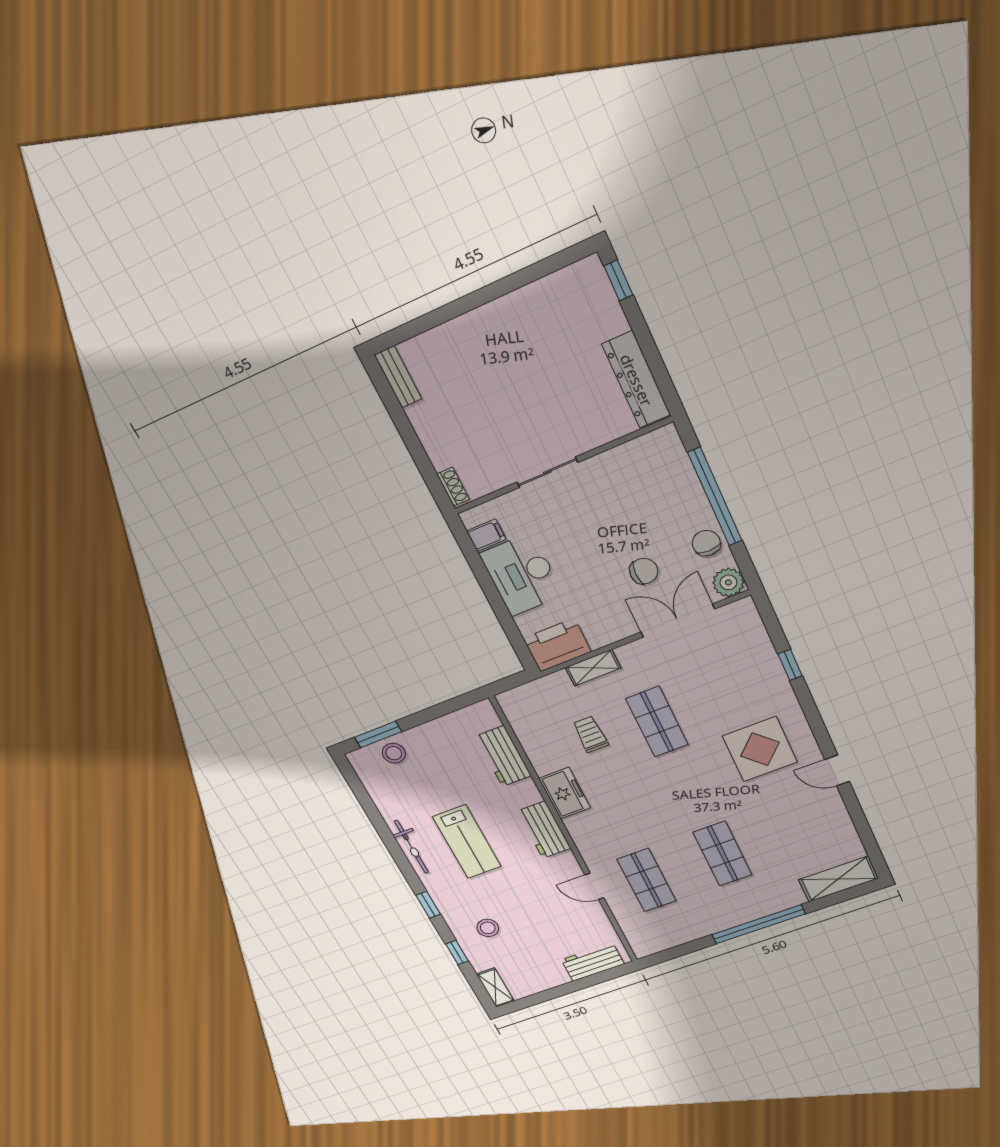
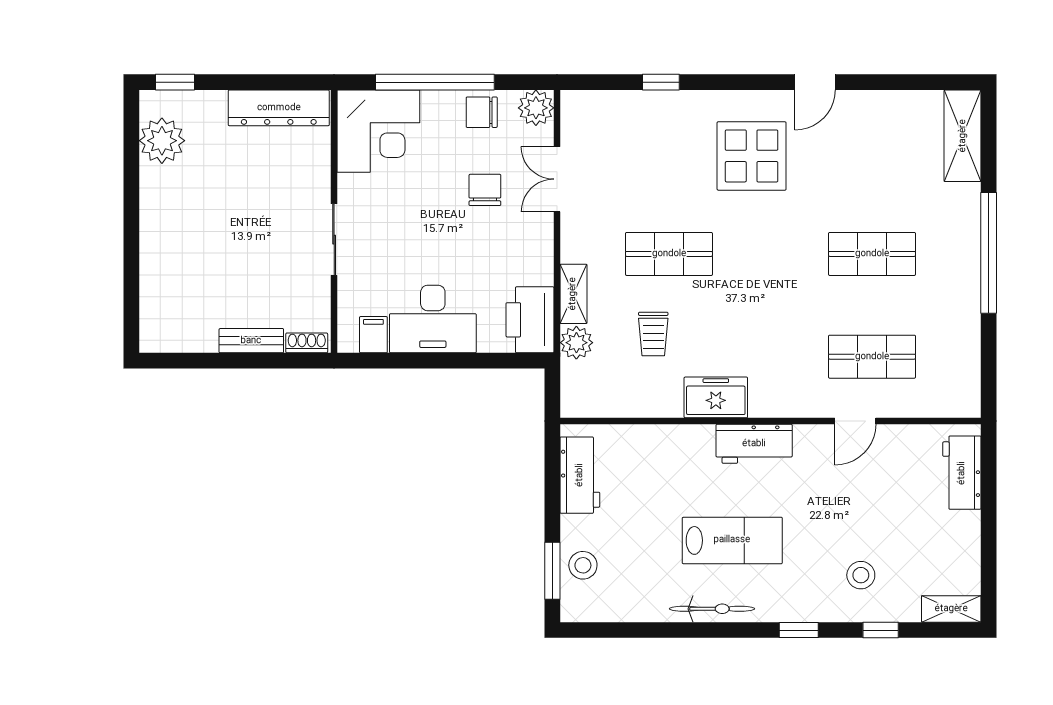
plant: (562, 292) -> (162, 141), added
bench: (398, 377) -> (251, 341), moved
corner desk: (654, 469) -> (378, 131), added
double door: (678, 621) -> (557, 179), width x0.73
plant: (557, 685) -> (576, 343), added
trolley: (590, 734) -> (653, 334), turned -90
workbench: (503, 756) -> (580, 475), moved, turned -90

